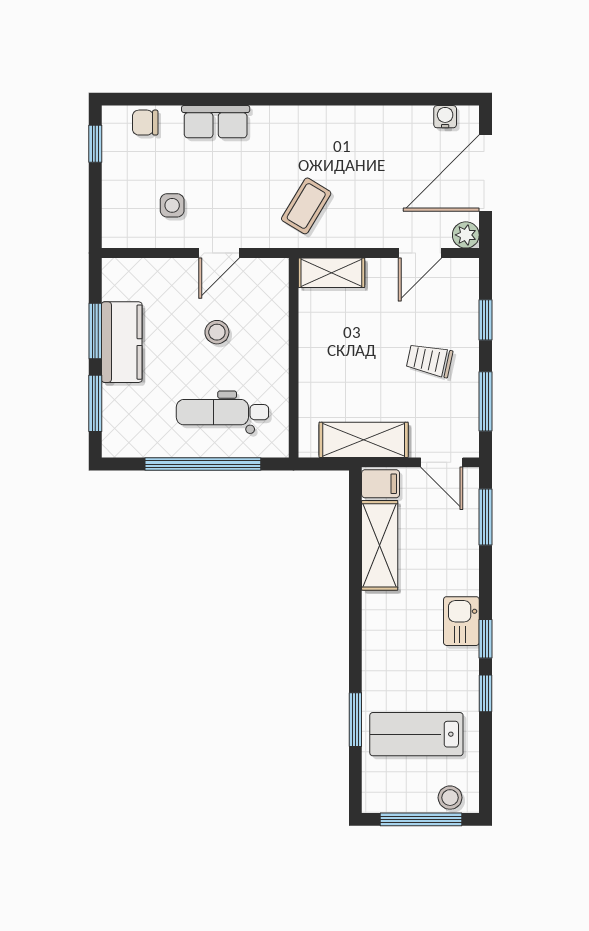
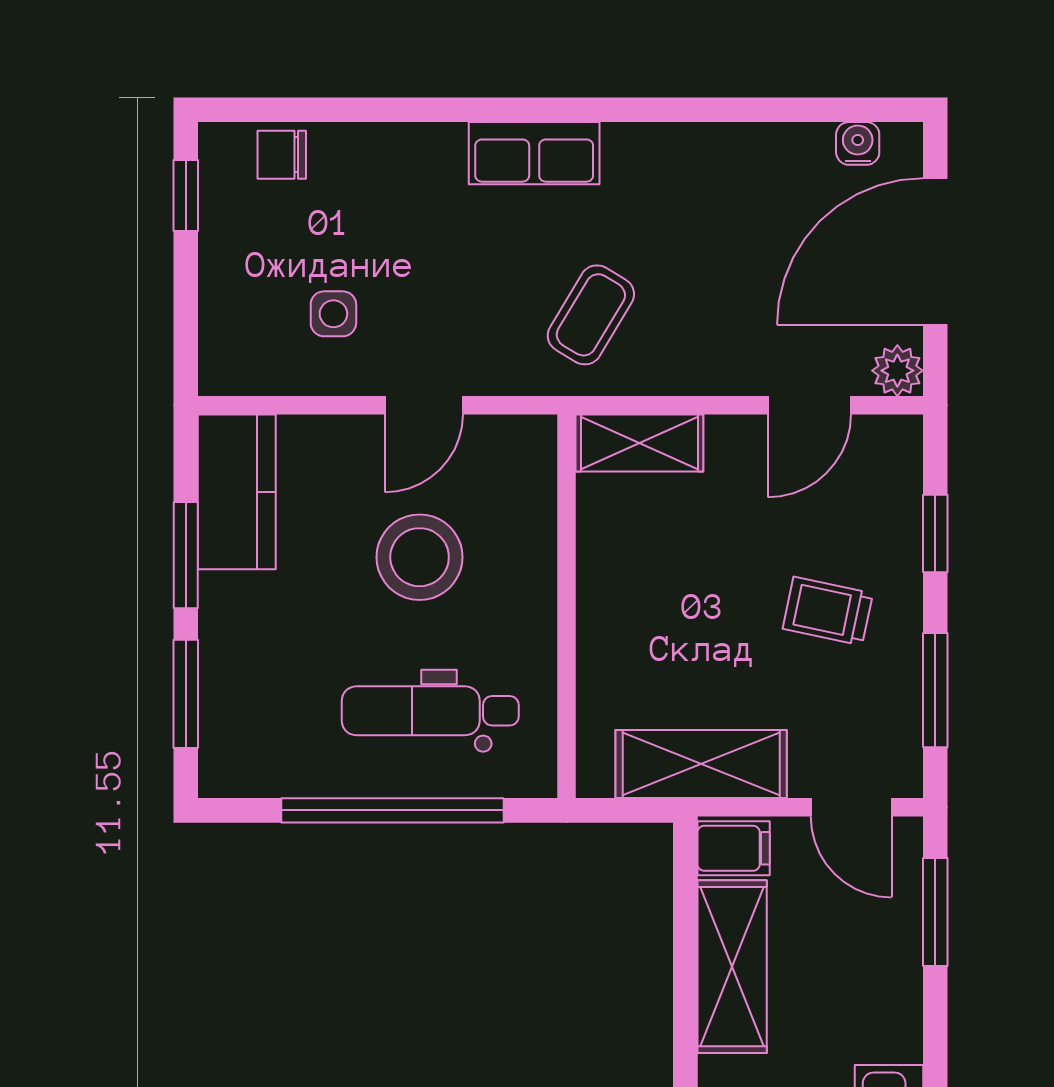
row of seats: (216, 122) -> (534, 153), moved
stool: (217, 332) -> (420, 557), width x1.89, depth x1.89
kitchen counter: (122, 342) -> (237, 492), moved

